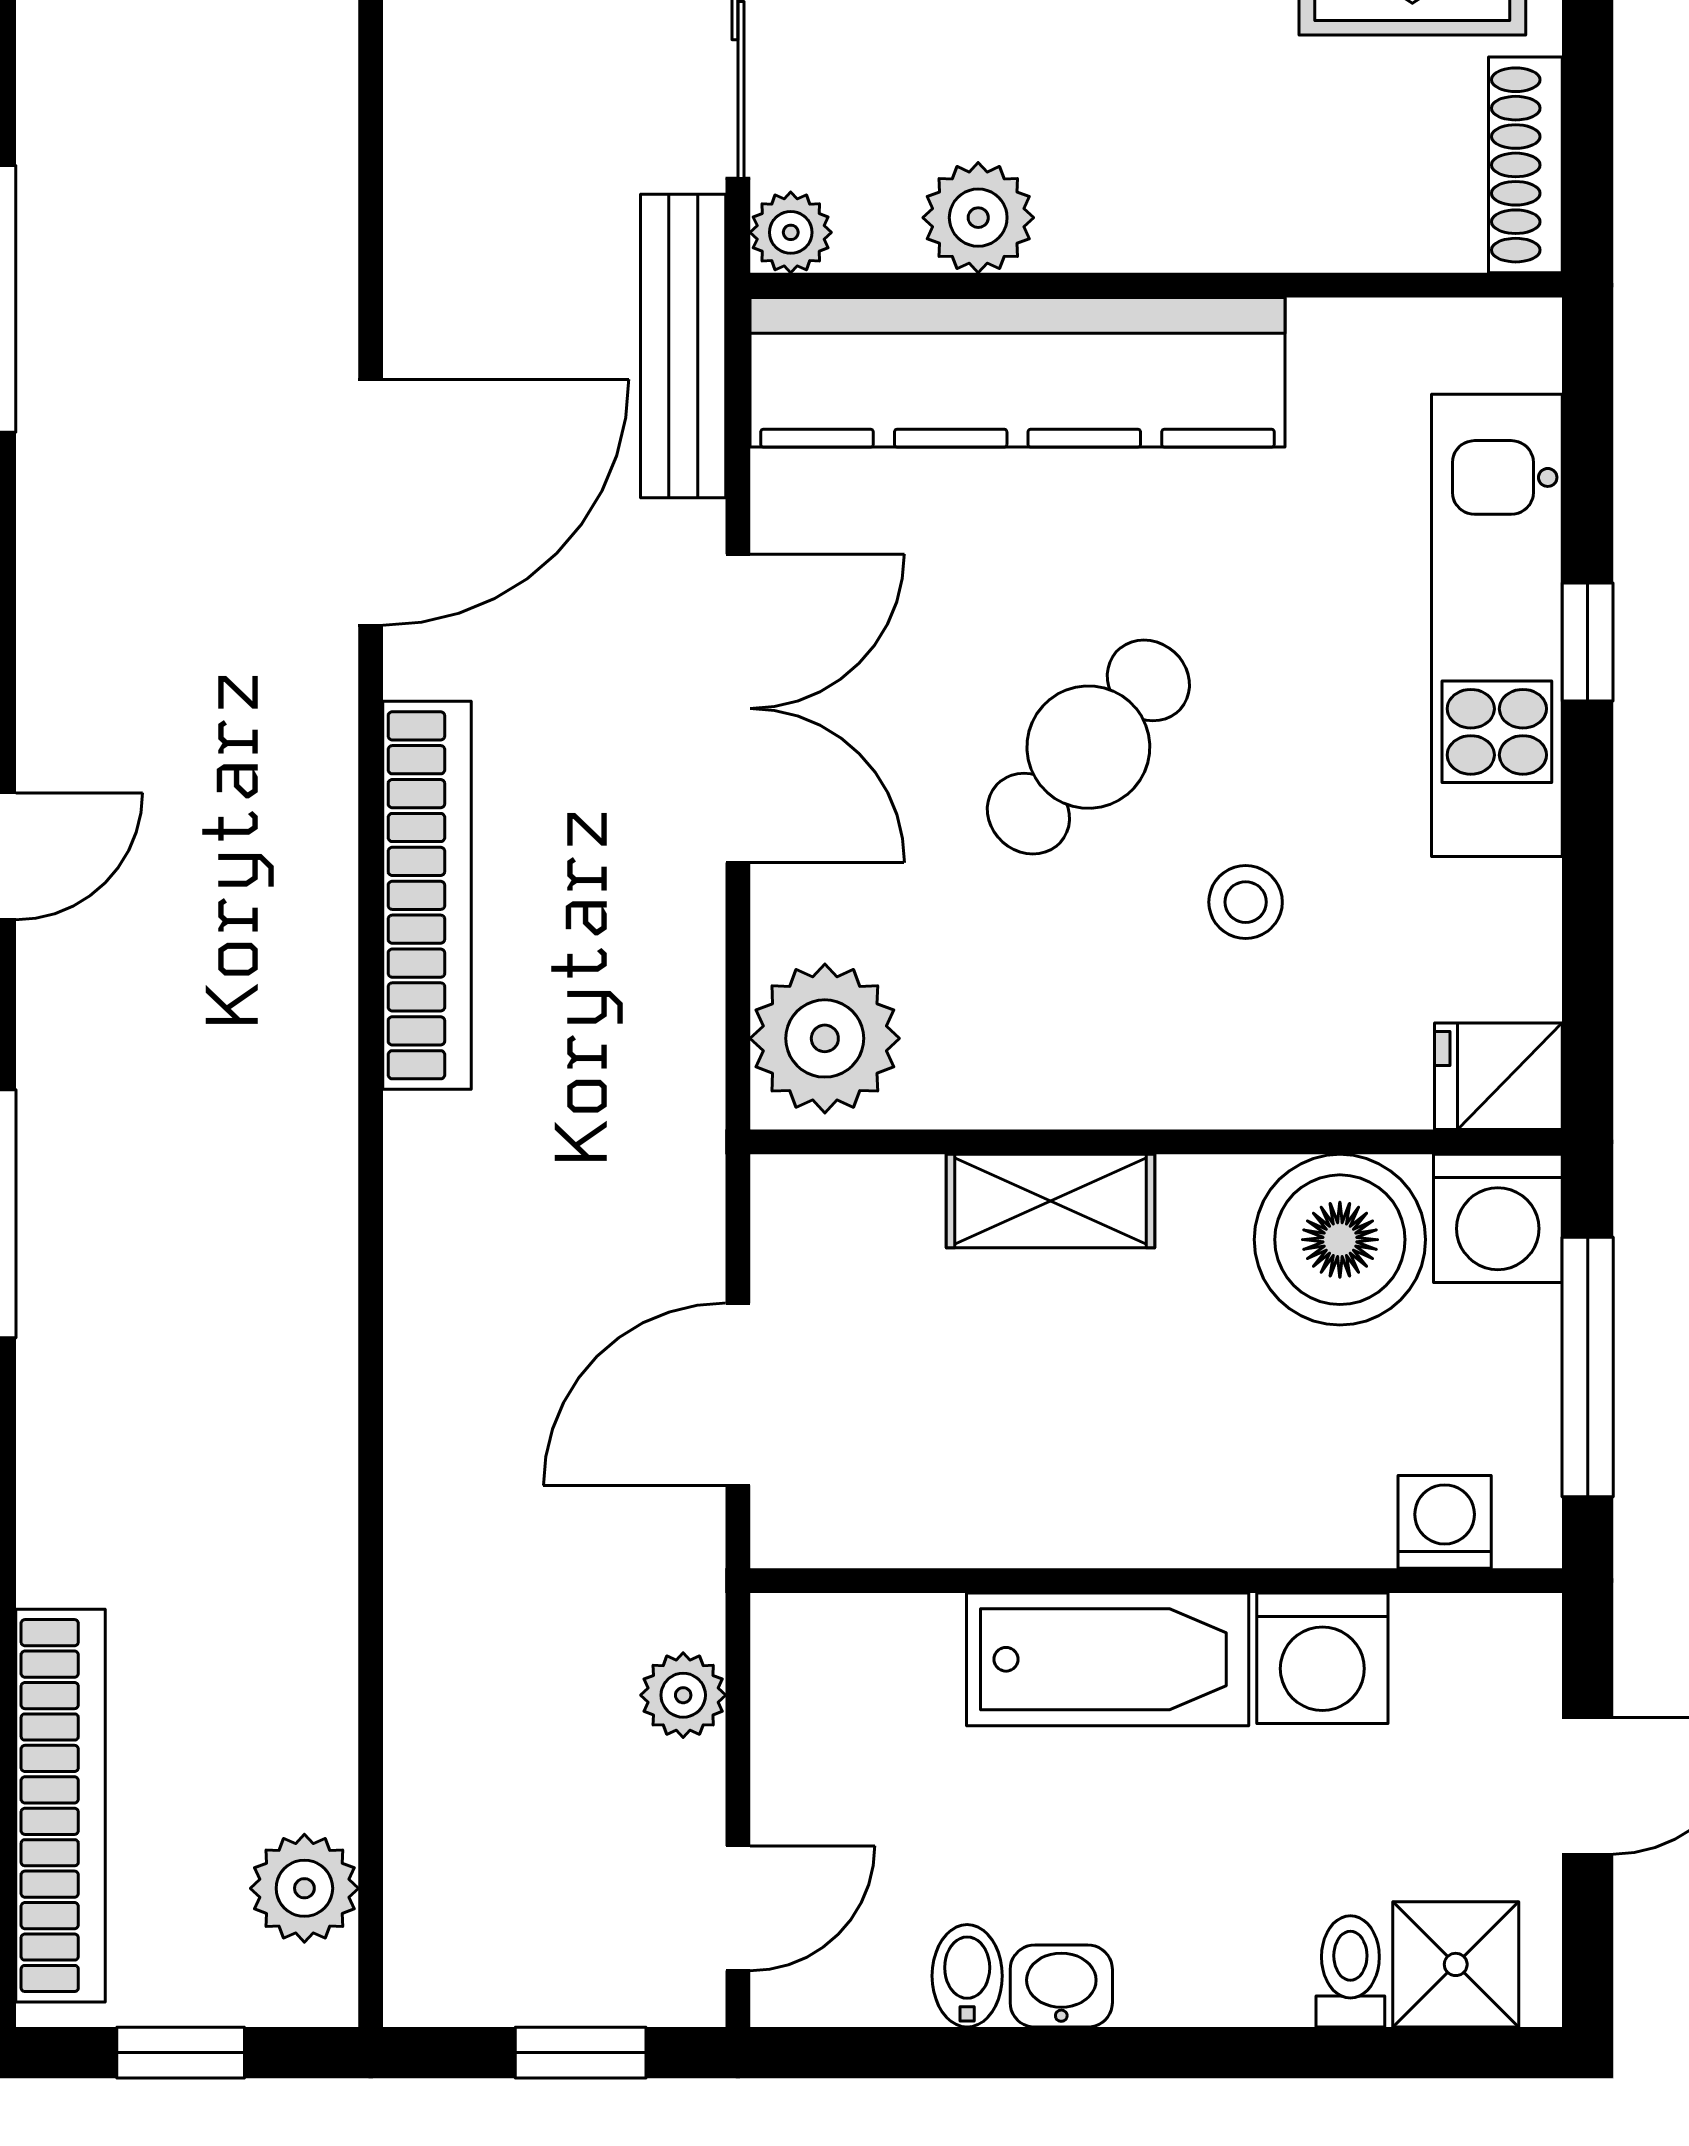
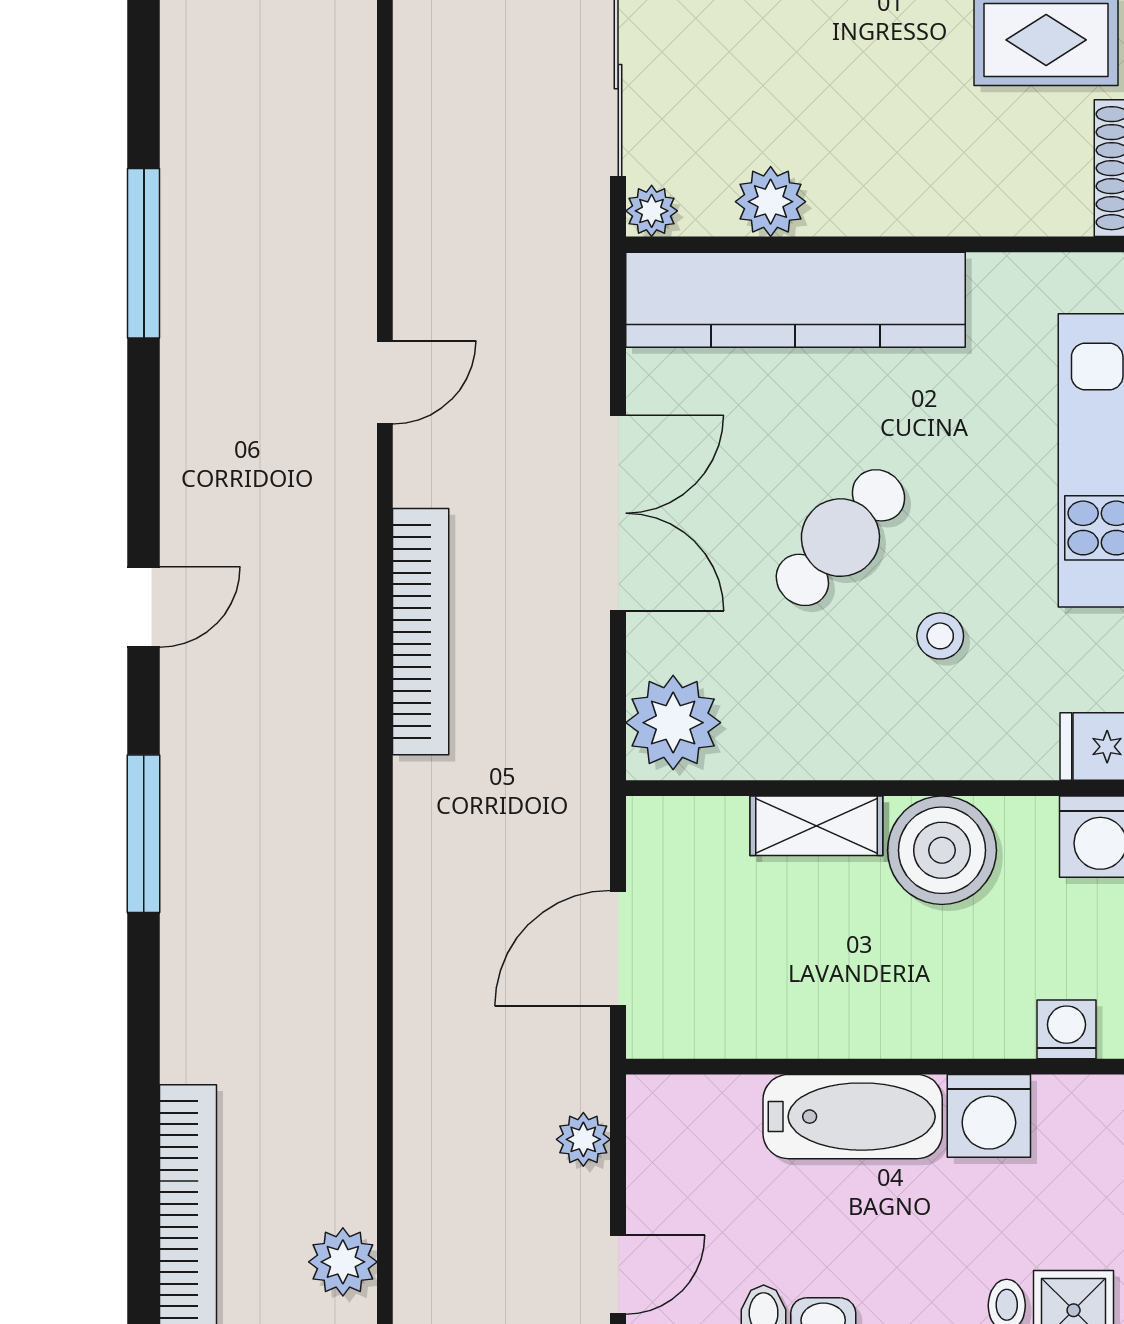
bench: (683, 346) -> (583, 283), removed
door: (371, 502) -> (385, 382), width x0.53
boiler: (1340, 1240) -> (942, 850), moved

